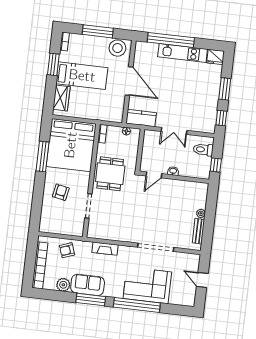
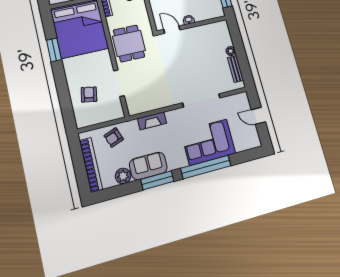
window: (43, 157) -> (54, 50), width x0.69
door: (154, 175) -> (172, 30), swing flipped
armchair: (61, 192) -> (89, 95), moved

